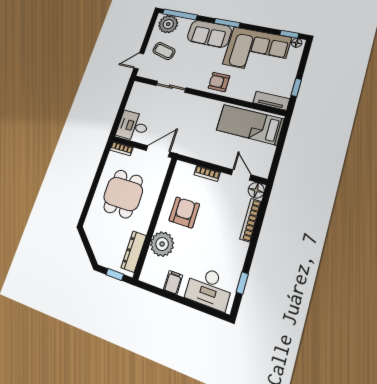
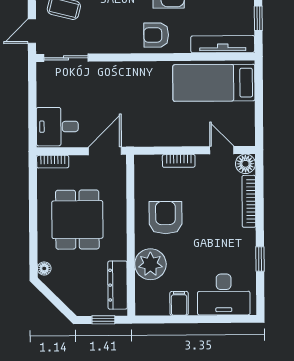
sliding door: (171, 87) -> (66, 58), moved
tv unit: (271, 101) -> (223, 44), width x1.41
floor lamp: (89, 221) -> (44, 268), added
window: (242, 283) -> (260, 259), moved

